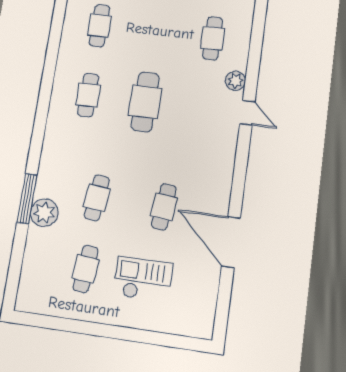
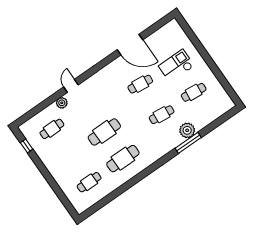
cafe table: (88, 95) -> (123, 159), width x1.37, depth x1.35
door: (231, 242) -> (130, 45), hinge flipped
checkout: (143, 279) -> (176, 66), turned 90

